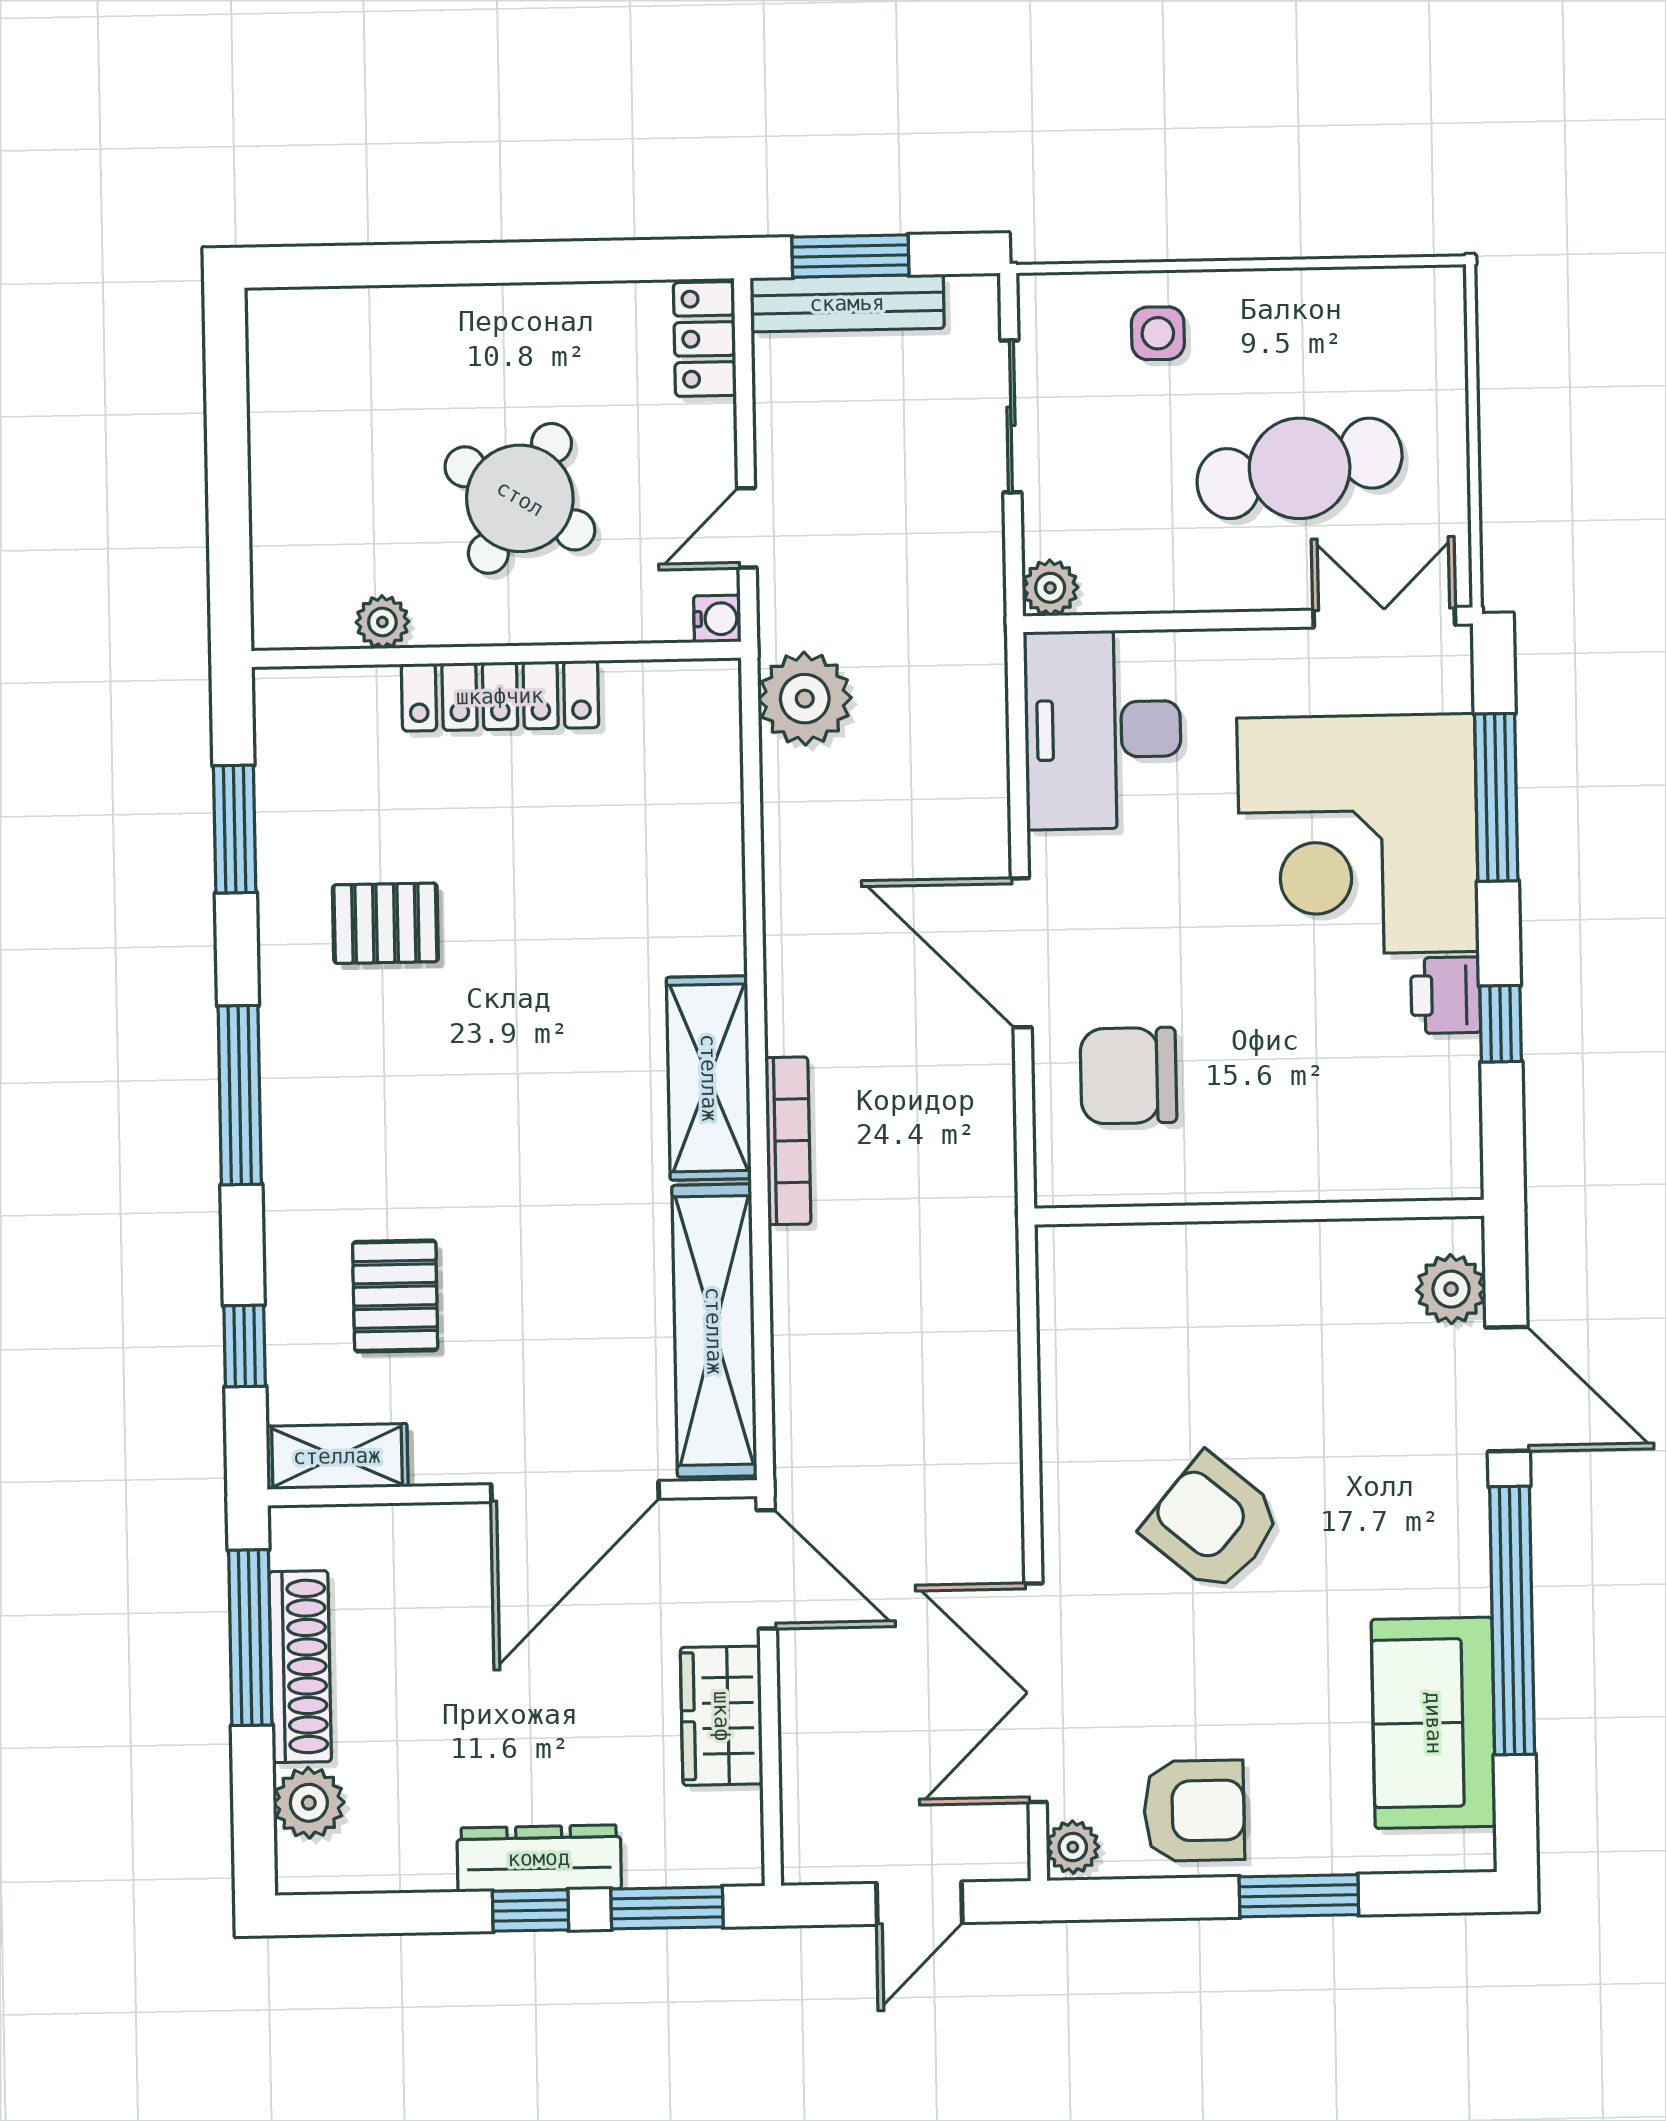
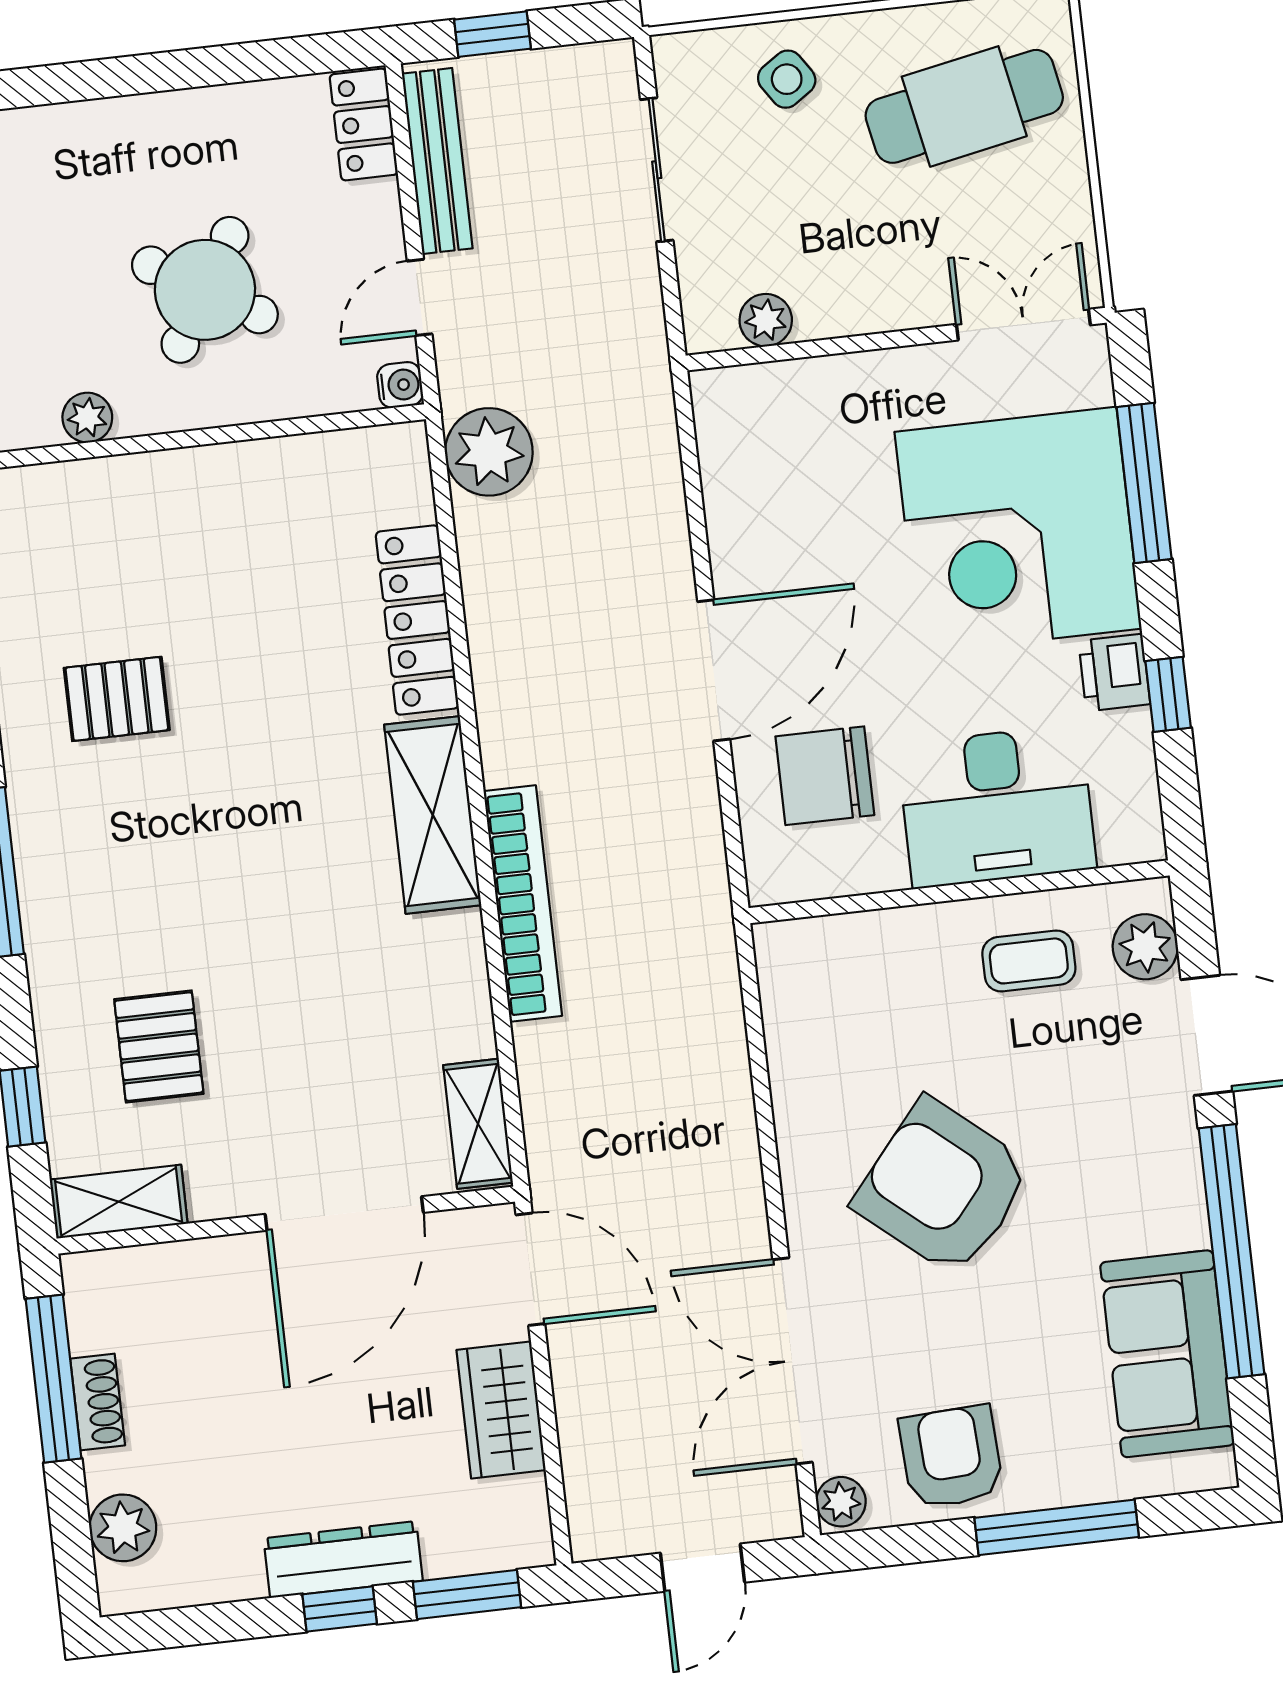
window: (850, 256) -> (492, 34), width x0.67
bench: (847, 303) -> (437, 161), moved, turned 90
side table: (1158, 333) -> (787, 79), turned -34
cafe table: (1300, 468) -> (964, 106), moved
plant: (1050, 588) -> (766, 320), moved
locker: (500, 696) -> (417, 620), moved, turned 90
desk: (1103, 730) -> (997, 806), moved, turned -90
door: (1021, 953) -> (714, 670), swing flipped
bookcase: (788, 1141) -> (523, 903), width x1.48, depth x1.31
coffee table: (1326, 1292) -> (1029, 961), added
shelving: (714, 1331) -> (478, 1124), width x0.45, depth x0.75
armchair: (1212, 1523) -> (943, 1187), width x1.36, depth x1.36
shoe rack: (300, 1667) -> (98, 1402), width x0.51, depth x0.81
armchair: (1194, 1811) -> (951, 1457), turned -93
window: (1299, 1896) -> (1057, 1527), width x1.44

